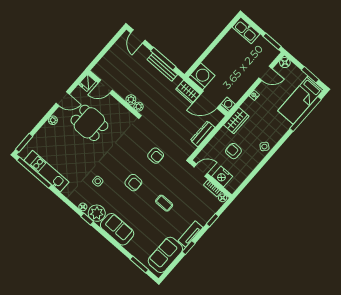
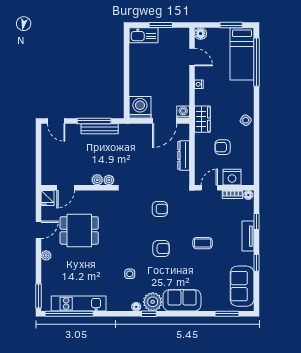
window: (272, 41) -> (161, 25), moved
door: (266, 73) -> (192, 57), hinge flipped
wardrobe: (188, 92) -> (140, 131), removed
tv unit: (191, 234) -> (248, 236), moved

